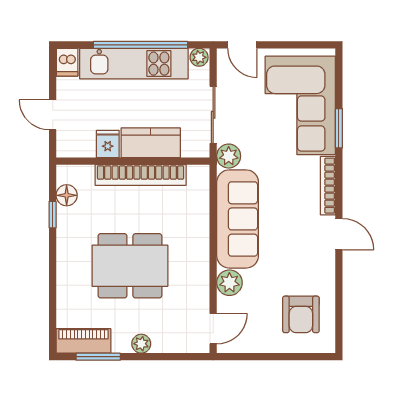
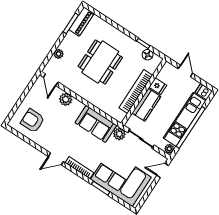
door: (53, 115) -> (185, 71), hinge flipped
sofa: (238, 219) -> (96, 124), width x0.73
plant: (141, 344) -> (59, 54), moved

